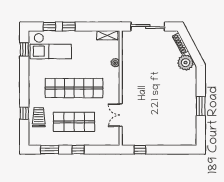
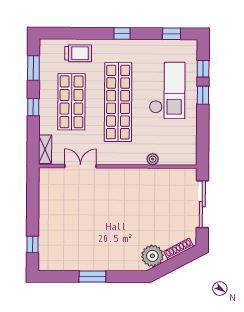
shelving: (107, 35) -> (45, 149), moved
checkout: (51, 46) -> (167, 90), moved, turned 180
window: (24, 113) -> (122, 34), moved
window: (140, 150) -> (33, 244), moved

